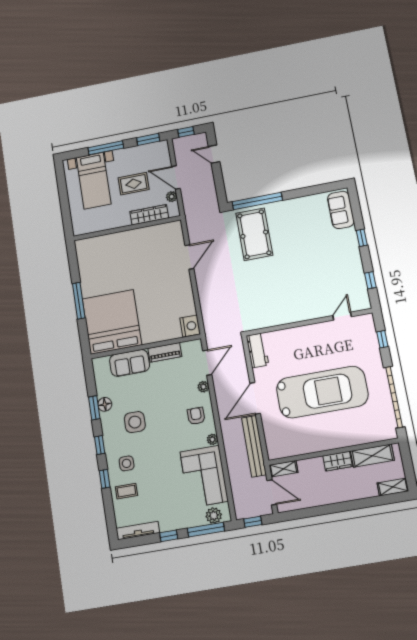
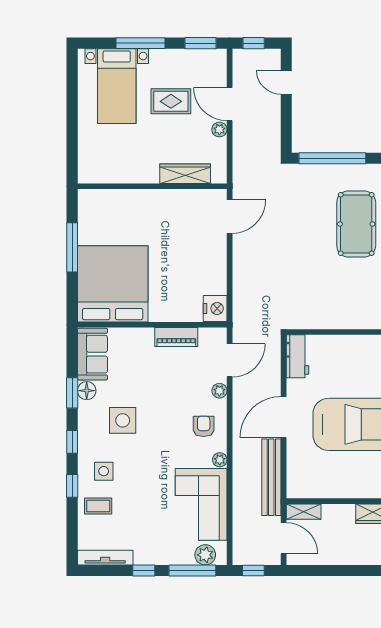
wardrobe: (149, 215) -> (185, 174), moved
wall: (127, 228) -> (152, 186), moved
pool table: (254, 234) -> (356, 224), moved
sofa: (130, 363) -> (92, 354), moved, turned -90

